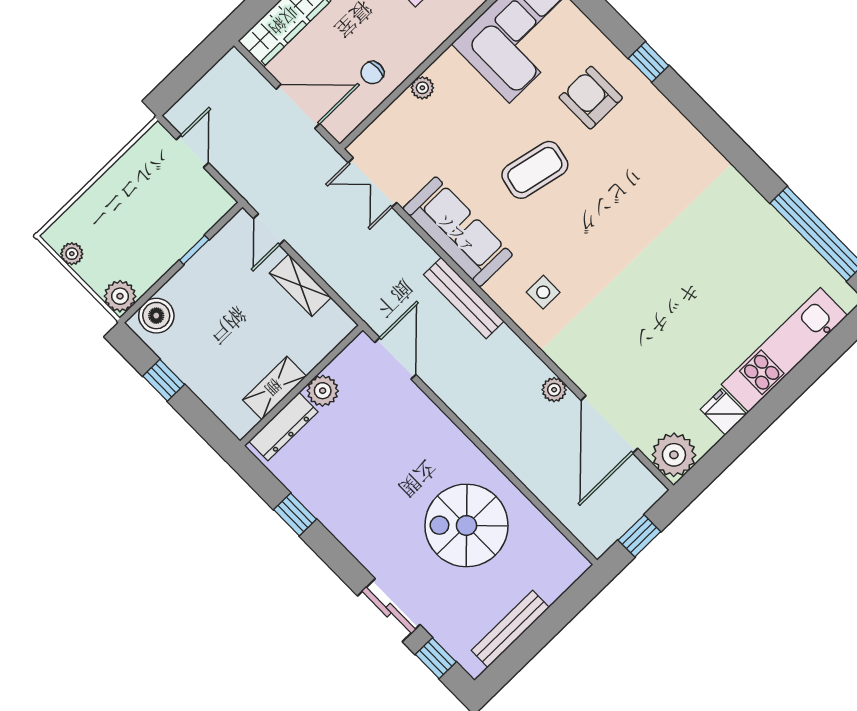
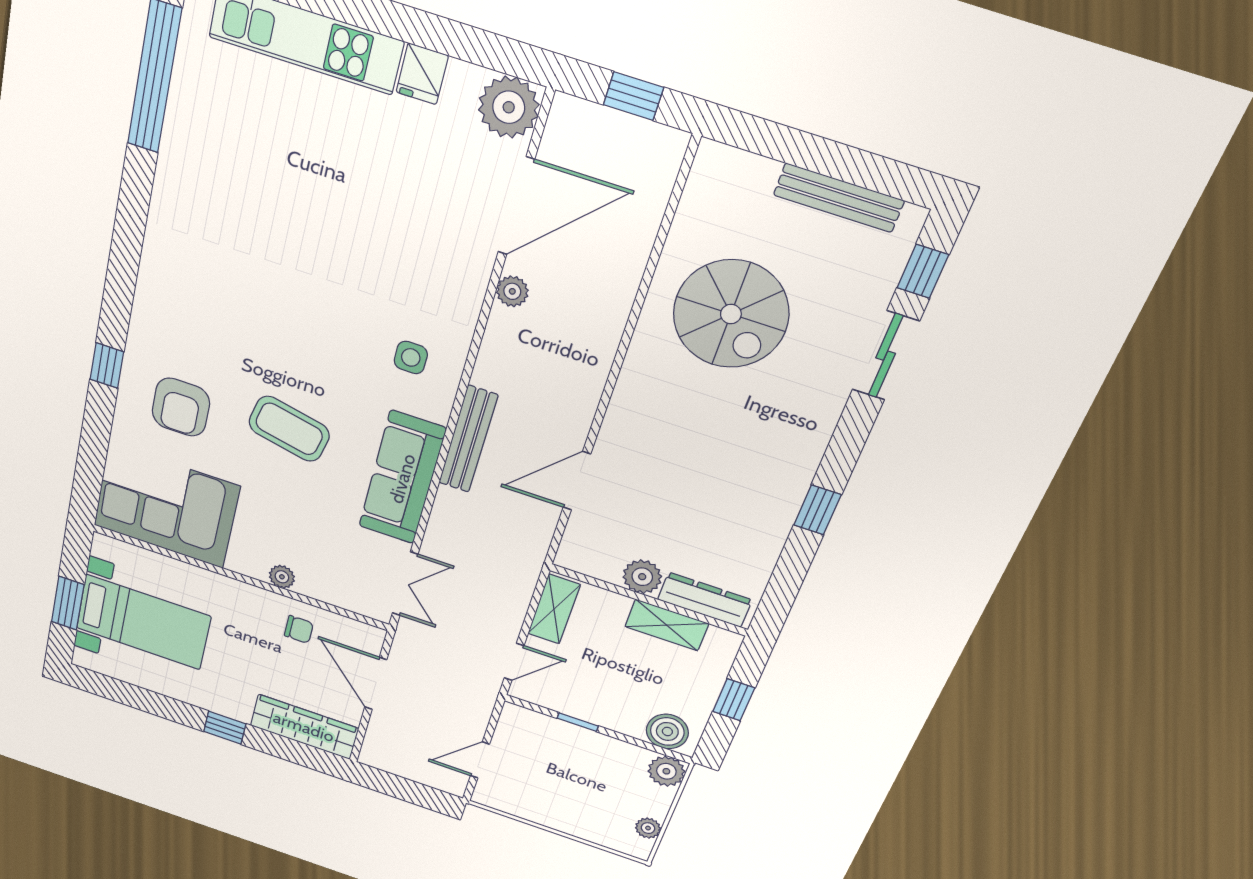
wall: (301, 385) -> (649, 600), moved
shelving: (274, 388) -> (667, 625), moved
plant: (323, 391) -> (642, 577), moved
dresser: (283, 427) -> (705, 600), moved

